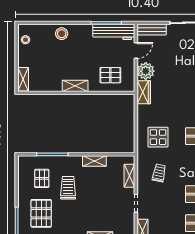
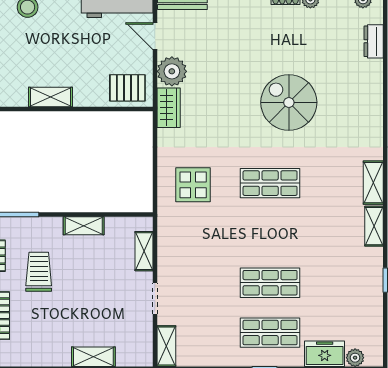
door: (136, 50) -> (155, 36), swing flipped
pallet: (110, 75) -> (127, 88), moved
trolley: (159, 173) -> (195, 246), removed

